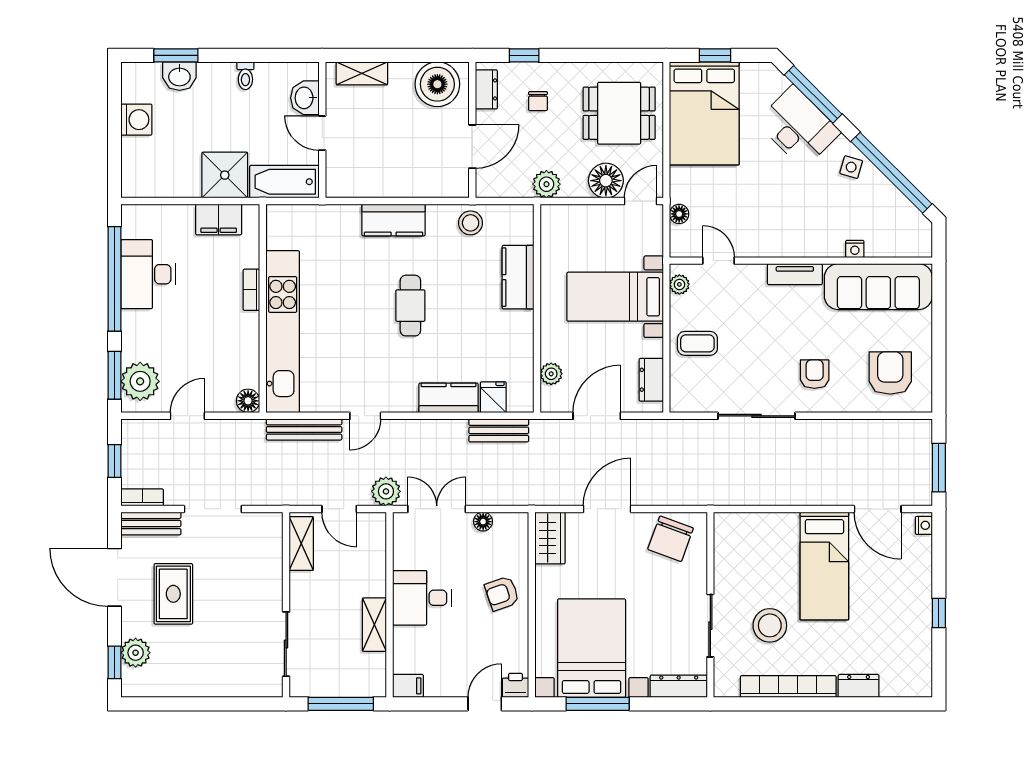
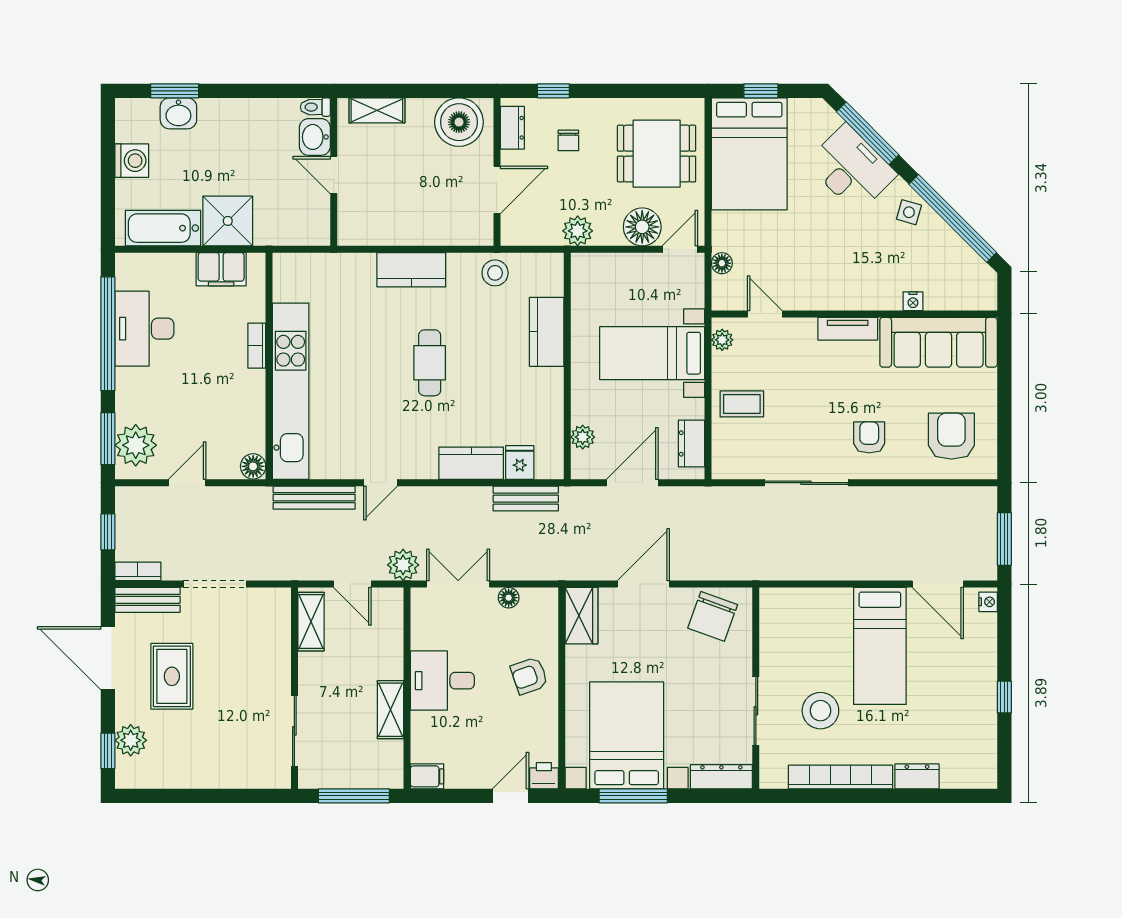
toilet: (245, 76) -> (315, 107), moved, turned 90
bathtub: (284, 182) -> (163, 228), moved

